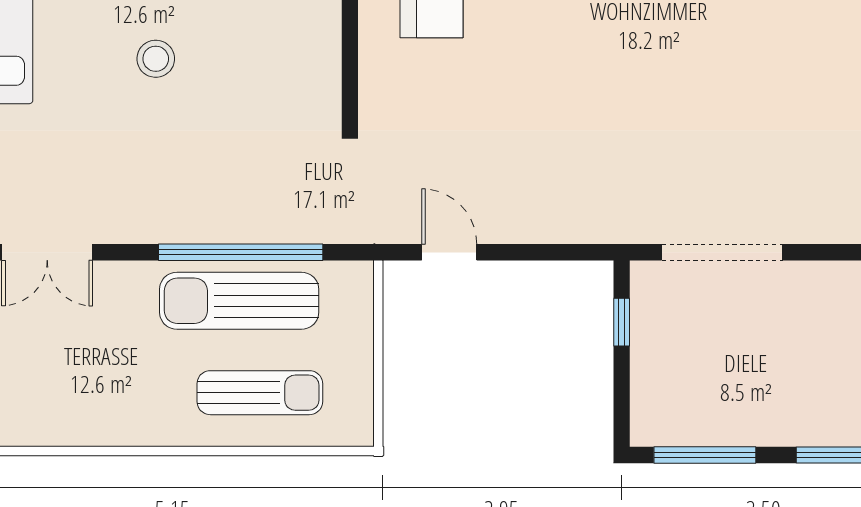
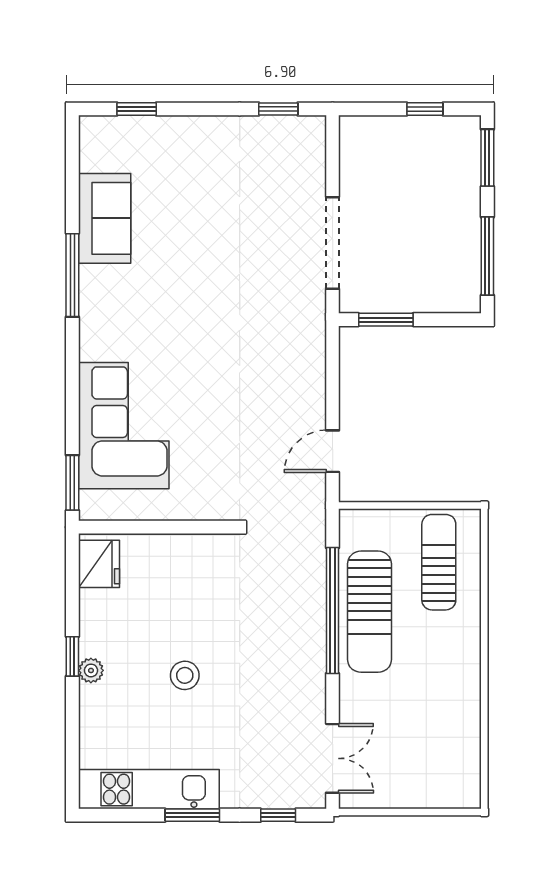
window: (622, 322) -> (386, 320), width x1.50
sun lounger: (260, 393) -> (439, 562), moved

